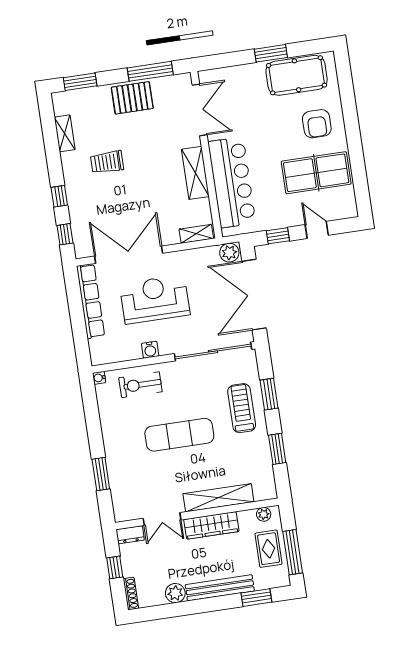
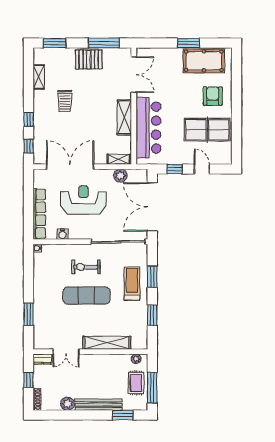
armchair: (317, 124) -> (213, 96), turned 180
trolley: (107, 162) -> (65, 101), turned -90
plant: (229, 253) -> (120, 176), moved
row of seats: (91, 301) -> (39, 214), moved
water cooler: (150, 350) -> (62, 234), moved
exercise bike: (140, 385) -> (86, 267), moved
wardrobe: (211, 525) -> (99, 361), removed

